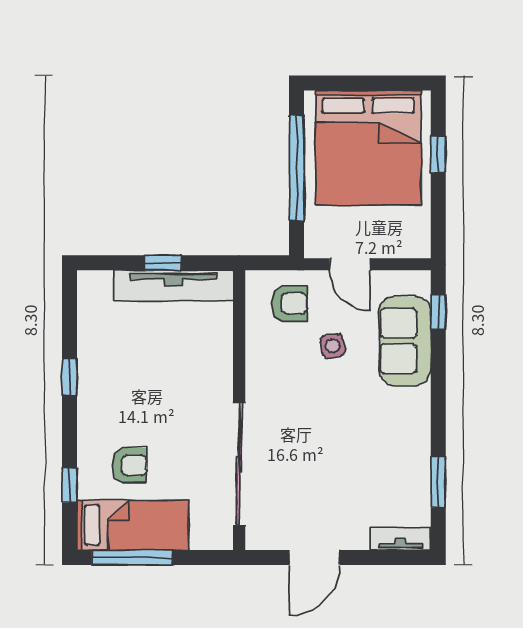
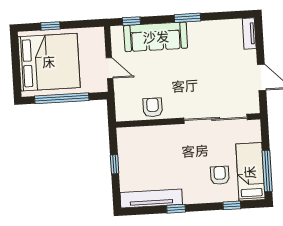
door: (350, 264) -> (110, 68), hinge flipped
tv unit: (173, 285) -> (151, 198), moved, turned -90
armchair: (289, 303) -> (153, 107), moved
sofa: (405, 341) -> (156, 37), width x1.36
side table: (333, 346) -> (152, 74), removed
window: (438, 482) -> (187, 18), moved

